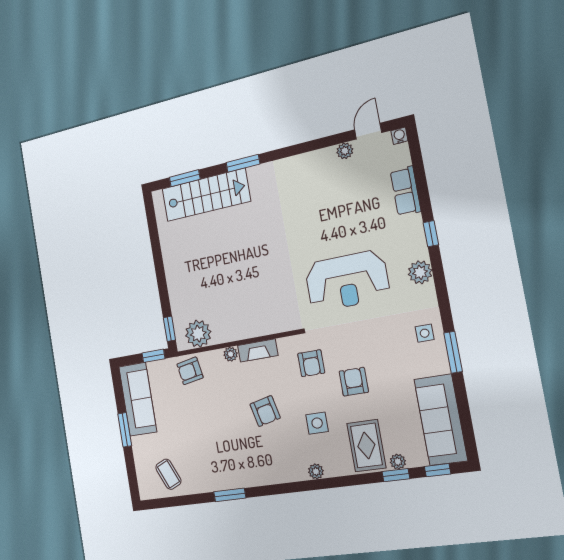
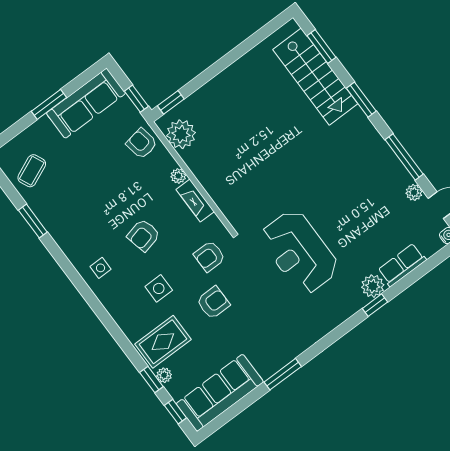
window: (309, 146) -> (404, 157), added
plant: (420, 272) -> (373, 286), moved
side table: (425, 333) -> (101, 268), moved
plant: (316, 471) -> (115, 309), removed
window: (230, 495) -> (33, 221), moved

